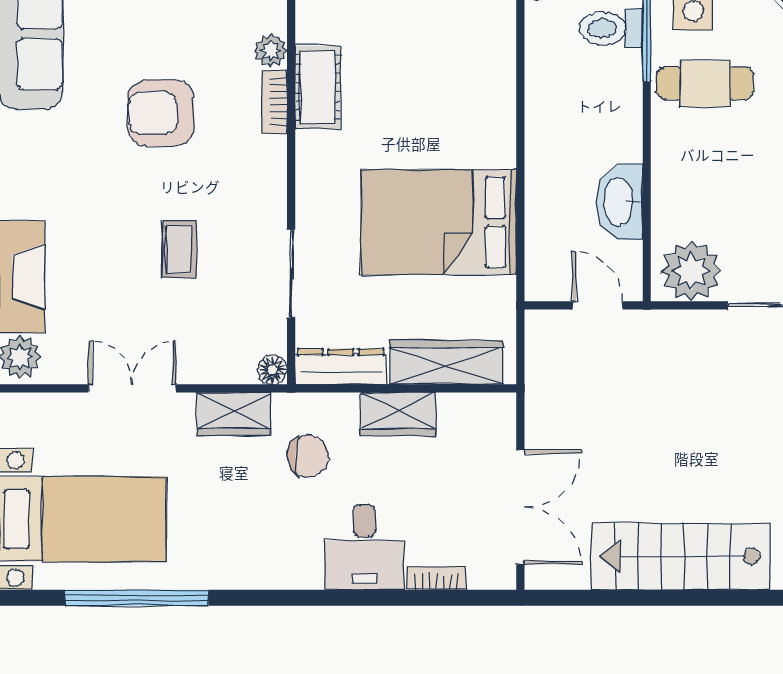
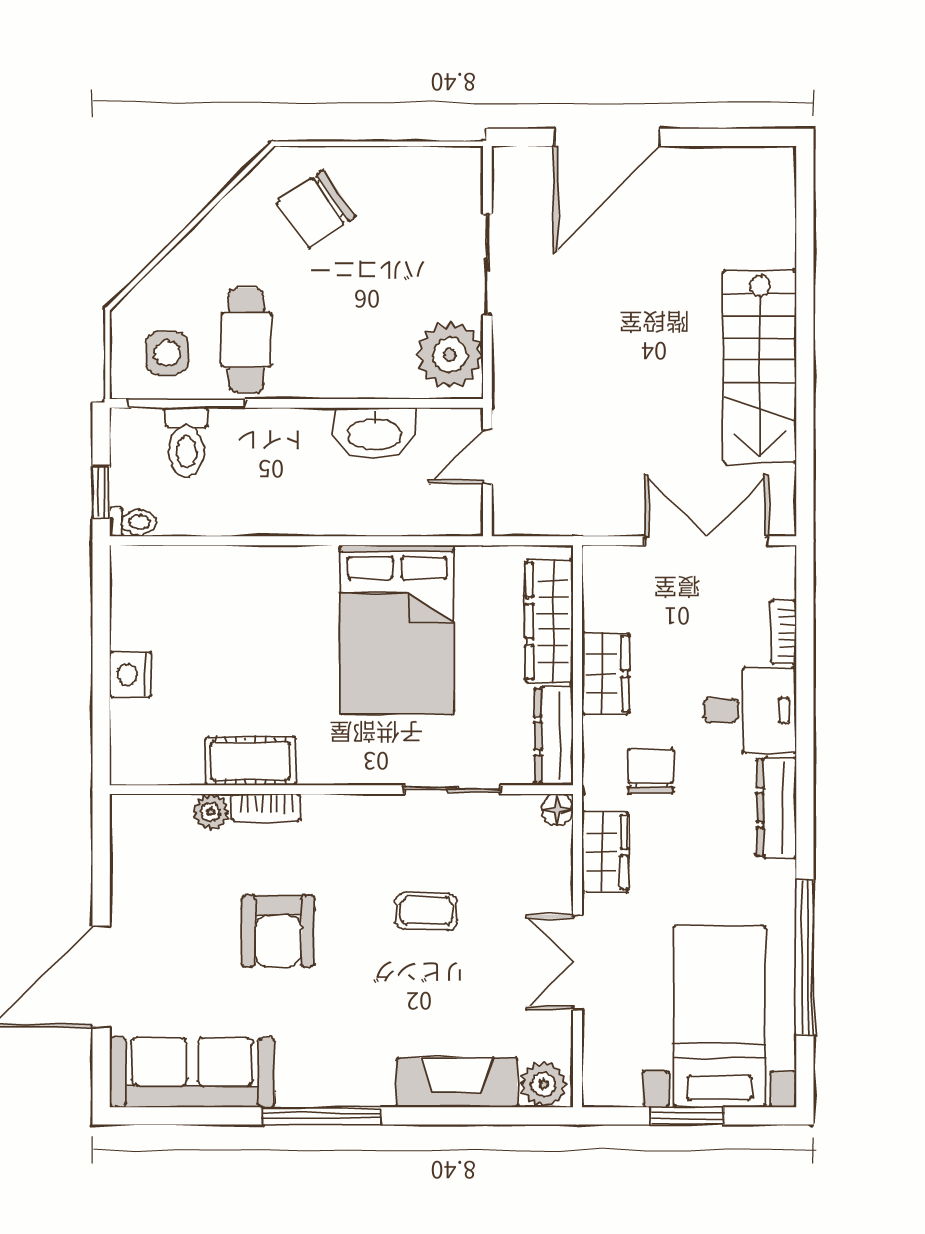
dresser: (275, 572) -> (776, 808), added

